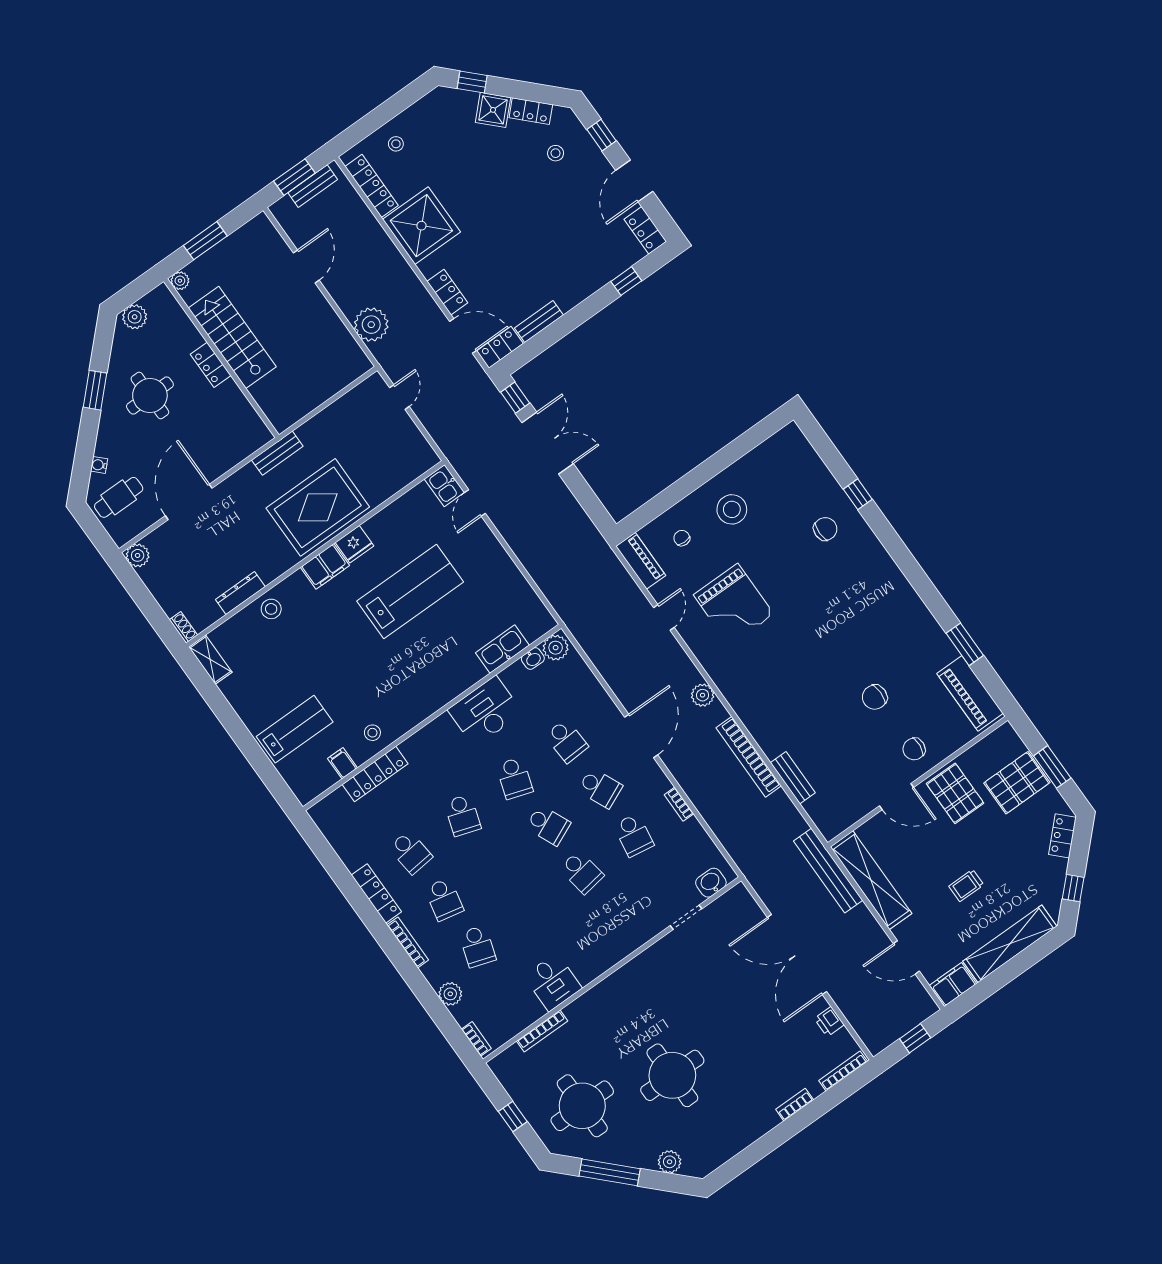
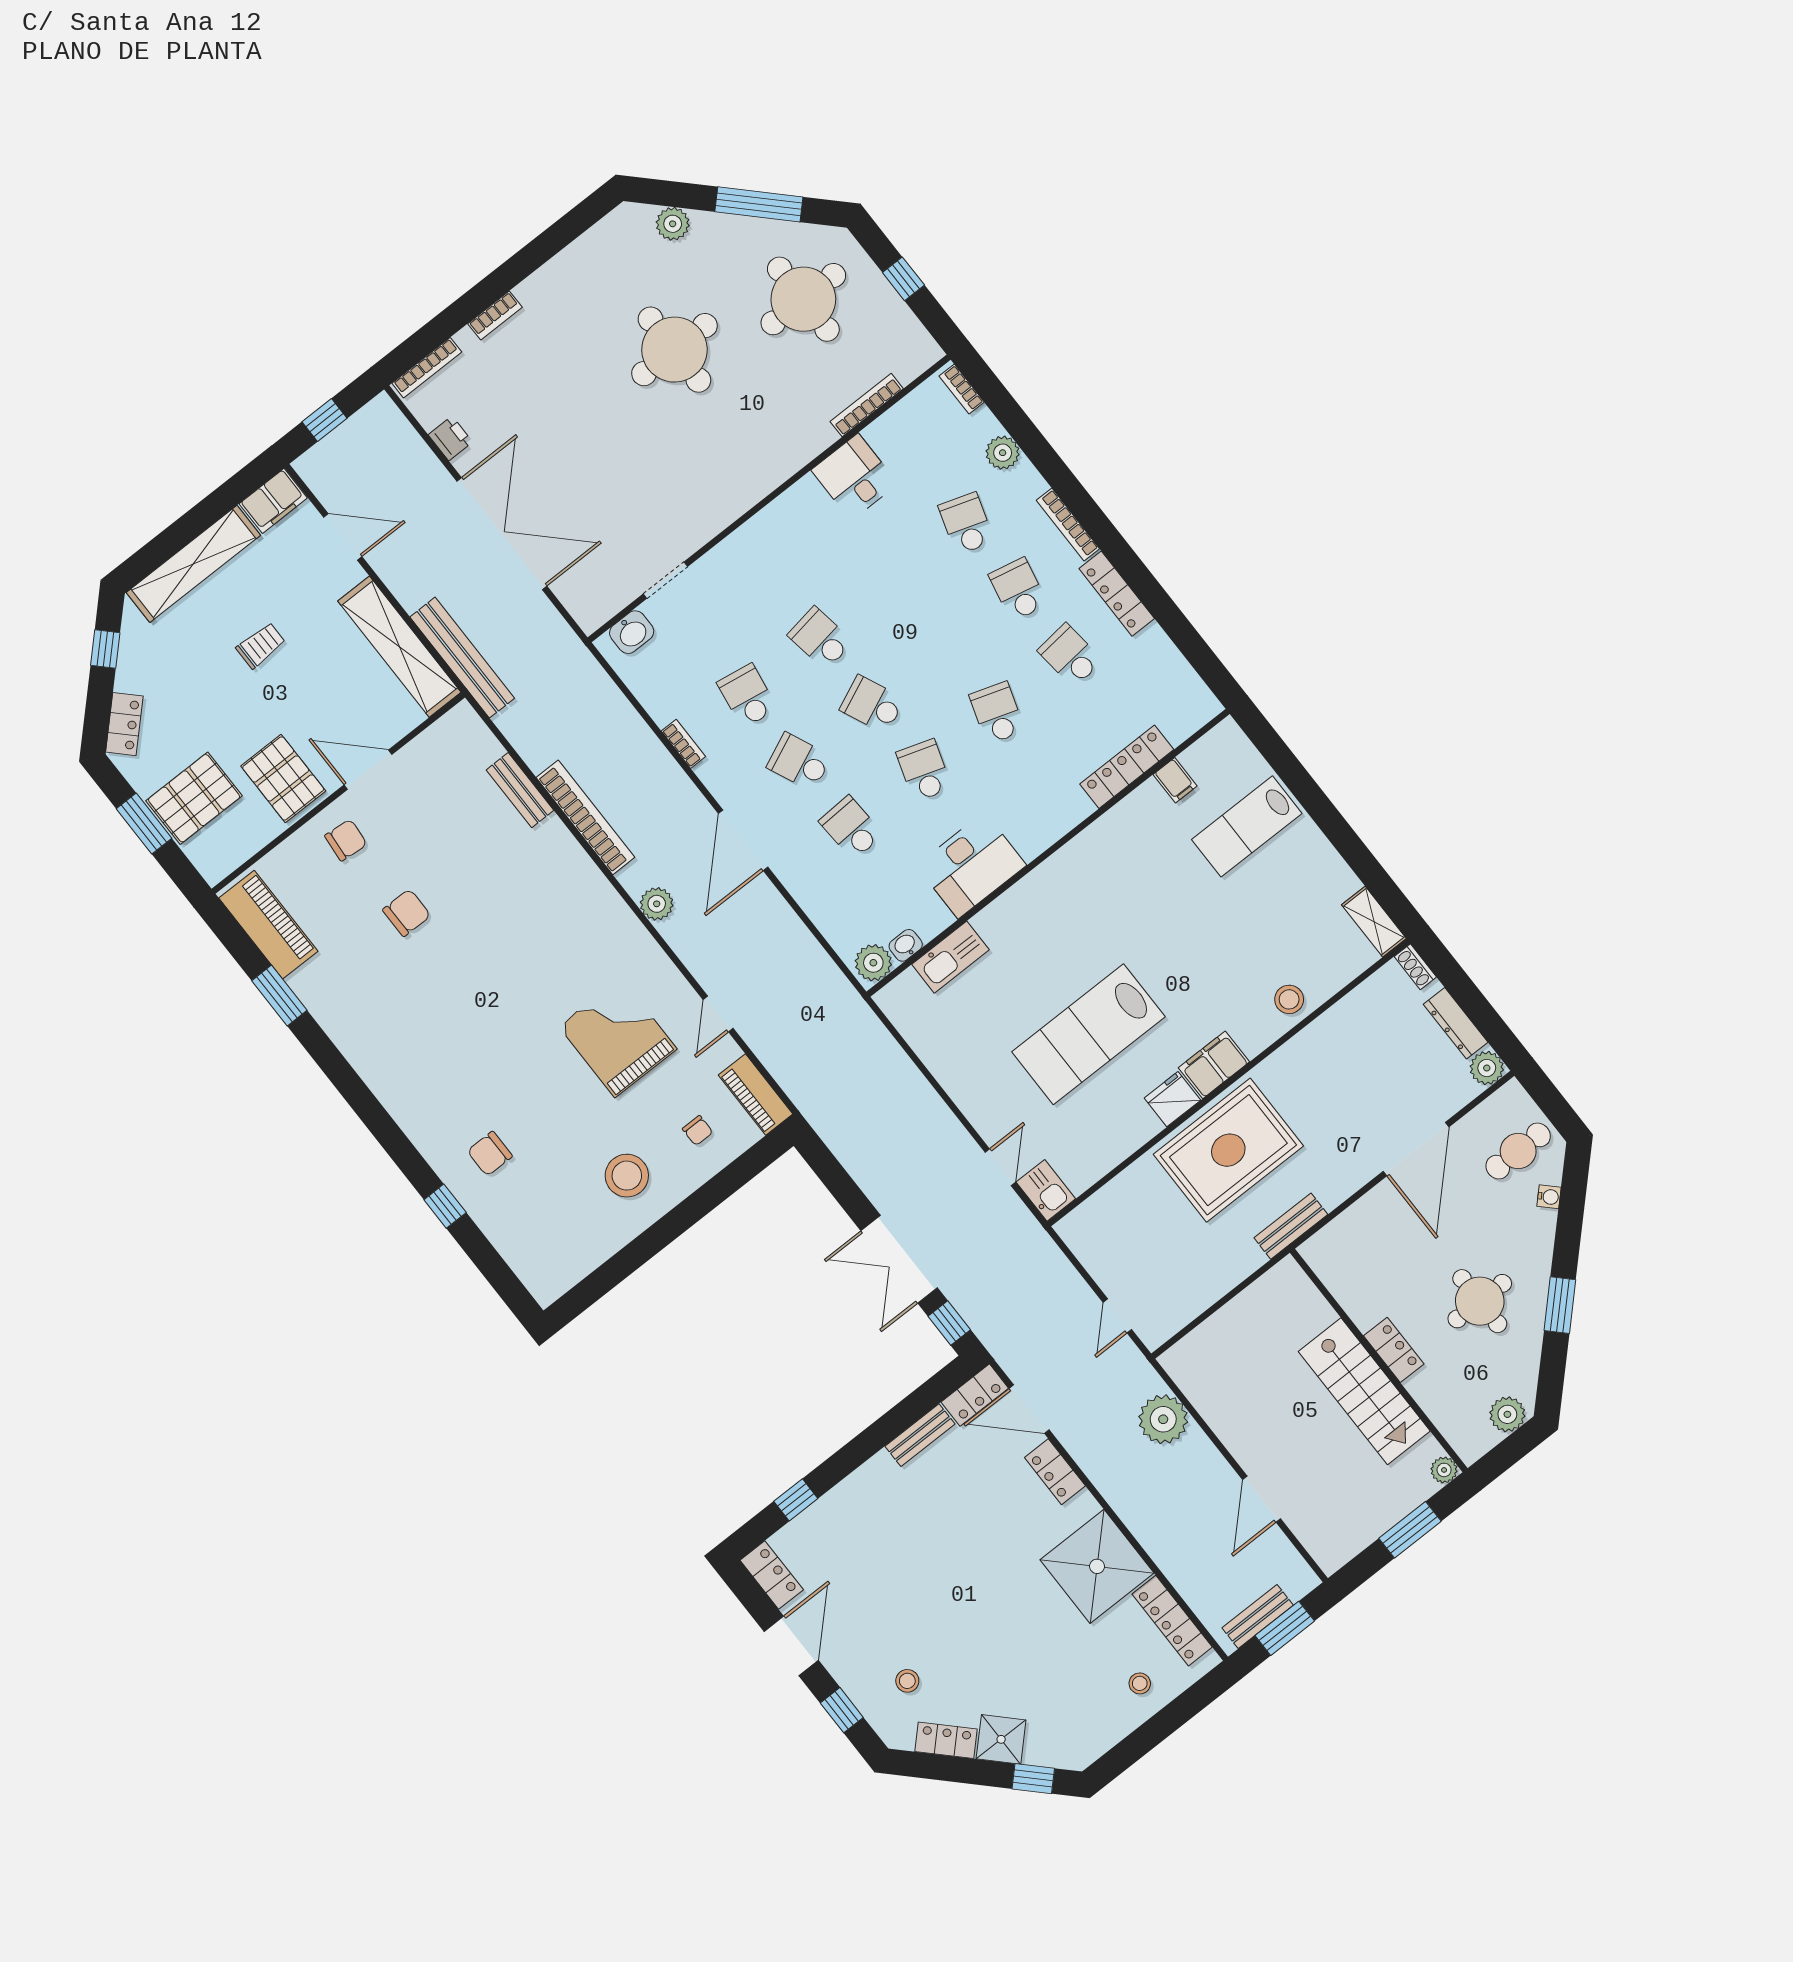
dresser: (240, 593) -> (1456, 1023), moved, turned 90
stool: (372, 733) -> (1134, 827), removed

